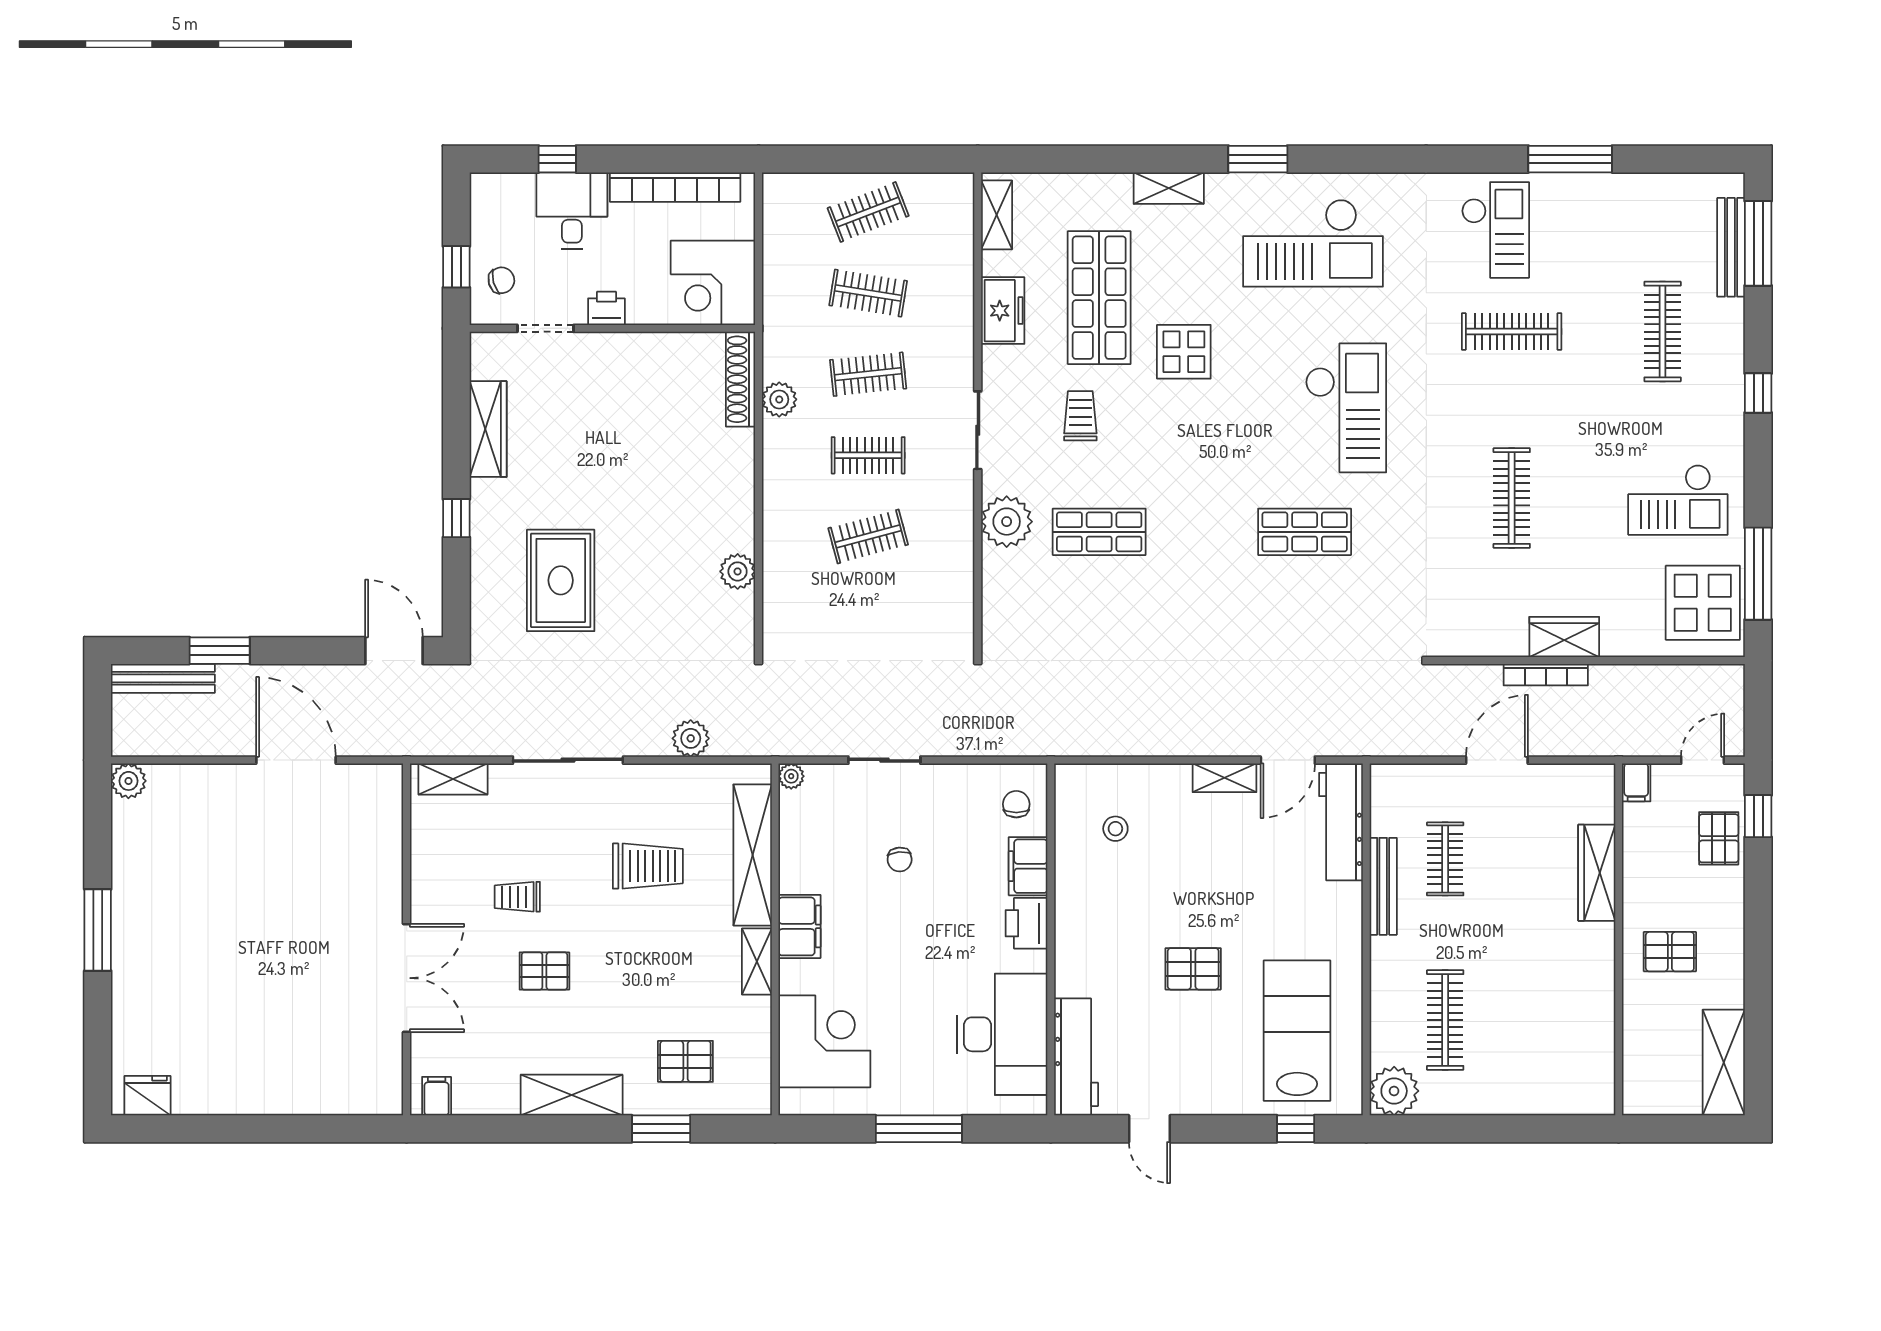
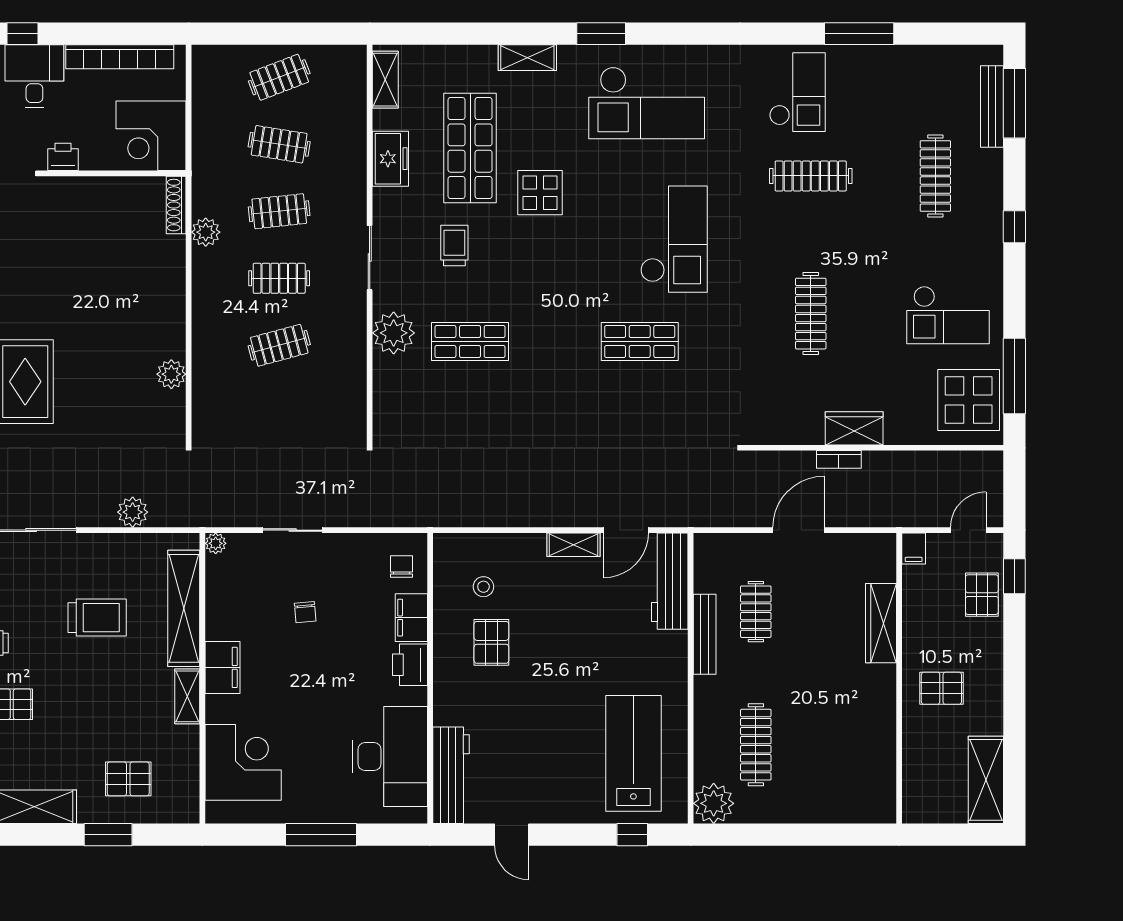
shoe rack: (741, 379) -> (176, 205), width x0.74, depth x0.81
bookcase: (1546, 675) -> (839, 459), width x0.64
pallet: (1193, 969) -> (491, 642), moved, turned 90

